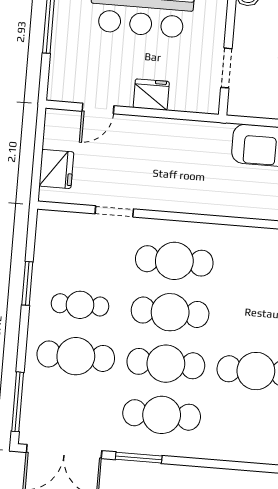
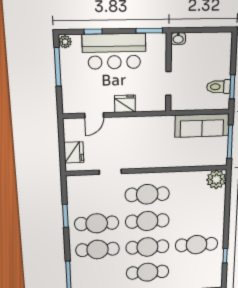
cafe table: (80, 305) -> (97, 223), width x1.37, depth x1.35

